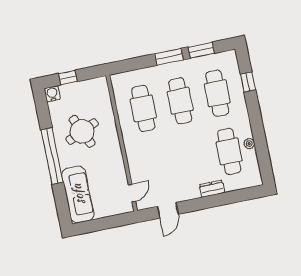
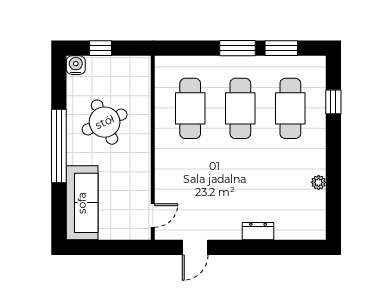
cafe table: (229, 151) -> (290, 187), removed

